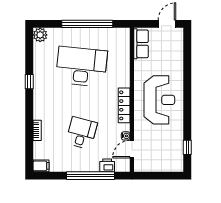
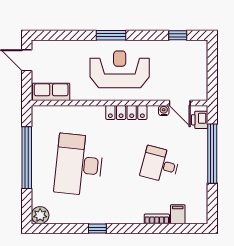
window: (187, 93) -> (111, 35), added
printer: (107, 165) -> (200, 120), moved
filing cabinet: (41, 166) -> (178, 214), moved

